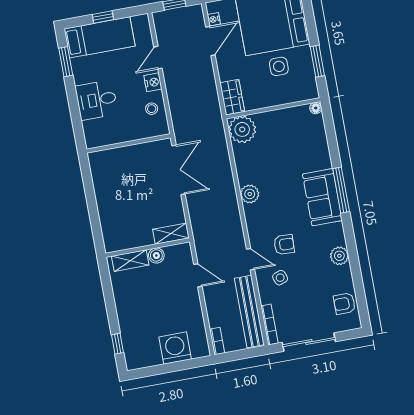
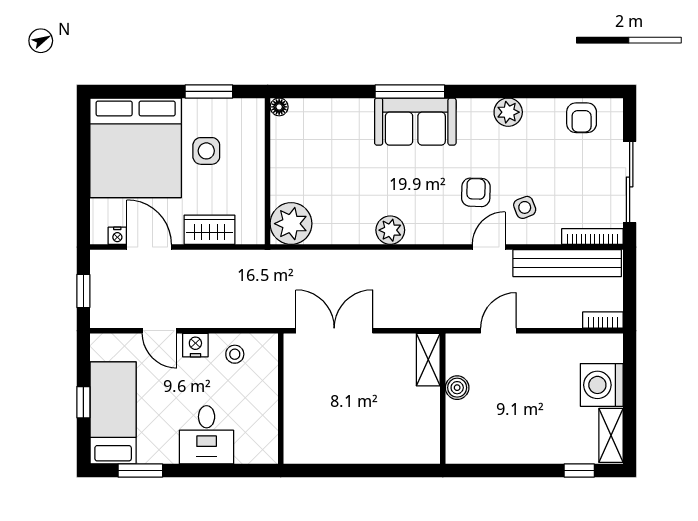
wardrobe: (232, 97) -> (209, 230), moved
shelving: (130, 261) -> (611, 435), moved

